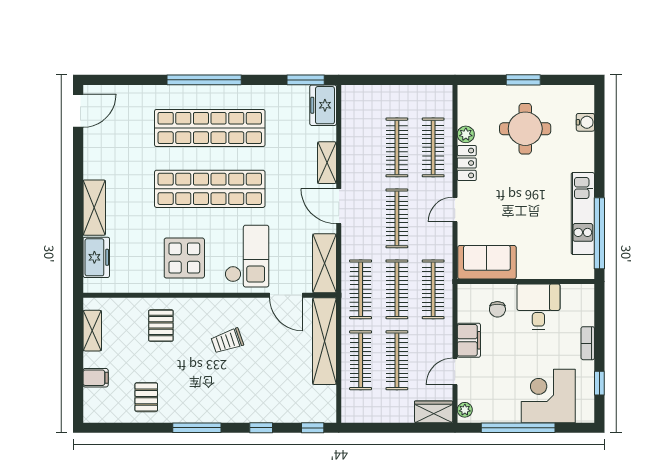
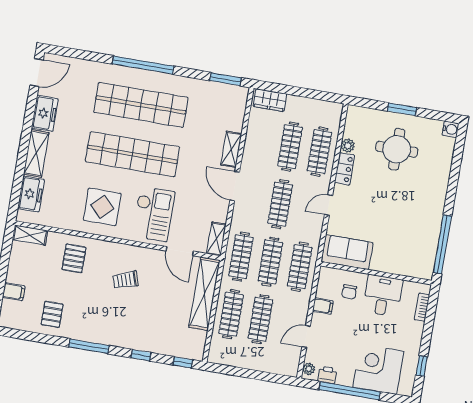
freezer: (323, 105) -> (45, 113), moved, turned 180
water cooler: (585, 122) -> (450, 129), moved
kitchen unit: (583, 213) -> (432, 226), removed
shelving: (325, 263) -> (216, 239), width x0.67, depth x0.75
shelving: (92, 331) -> (30, 235), moved, turned 90
filing cabinet: (469, 340) -> (323, 306), width x0.50
bookcase: (588, 343) -> (422, 307), moved
wardrobe: (434, 412) -> (270, 100), moved, turned 180
printer: (488, 413) -> (327, 375), added

